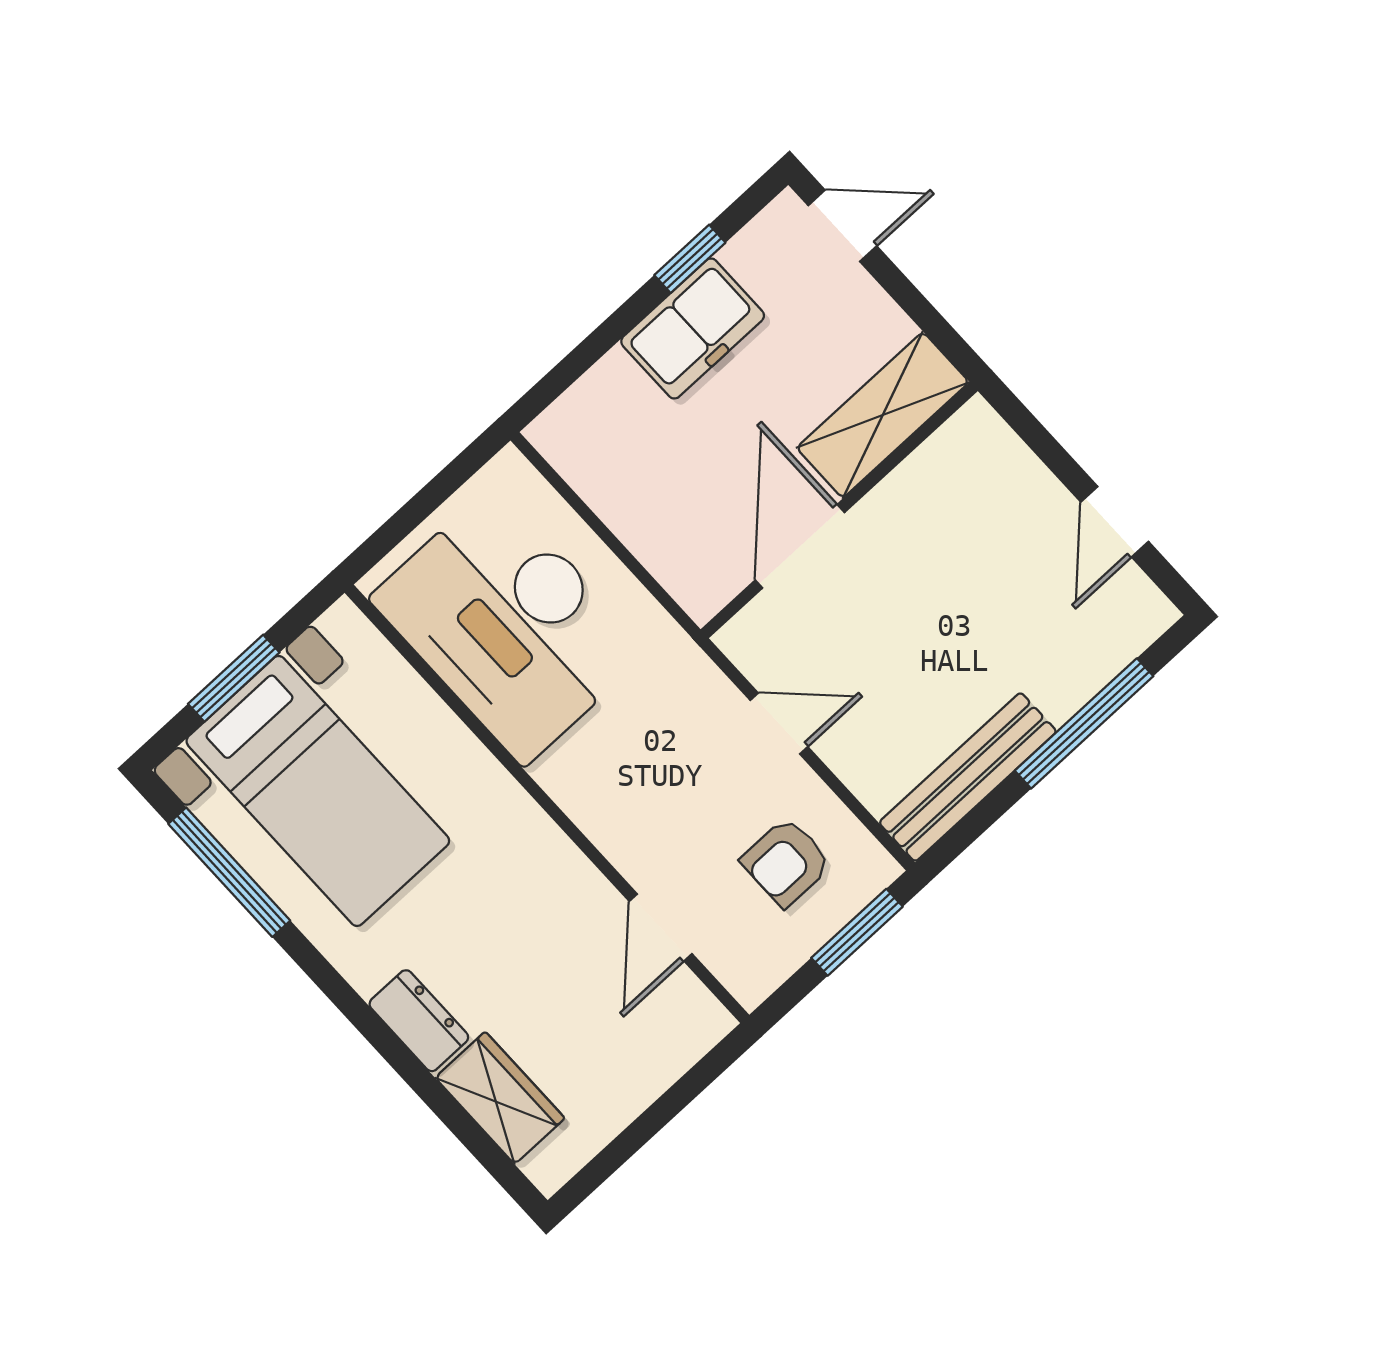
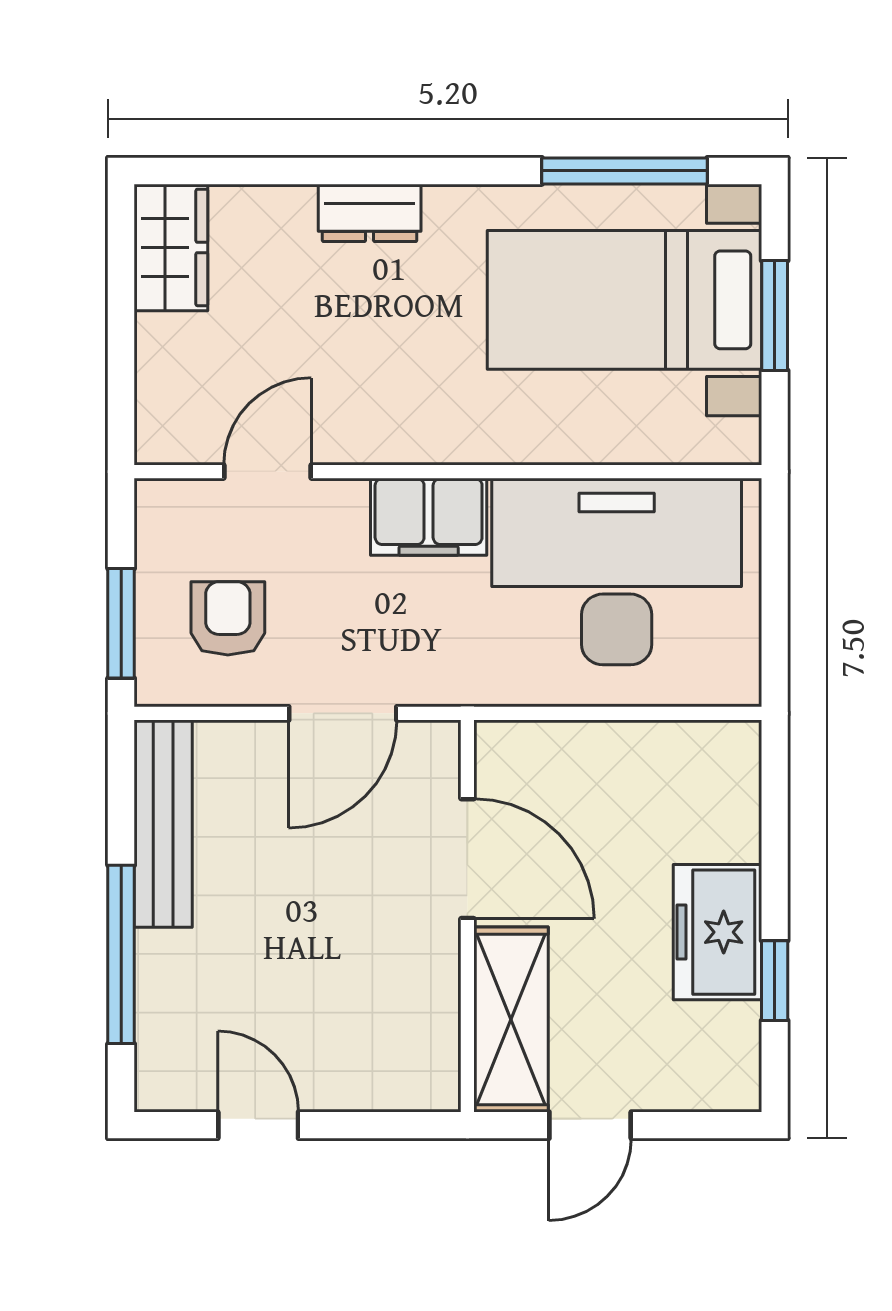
door: (842, 226) -> (590, 1125), moved
door: (779, 723) -> (343, 713), width x1.38
filing cabinet: (590, 789) -> (429, 517), added
door: (661, 927) -> (267, 472), hinge flipped
wardrobe: (500, 1098) -> (171, 247), moved, turned -90

